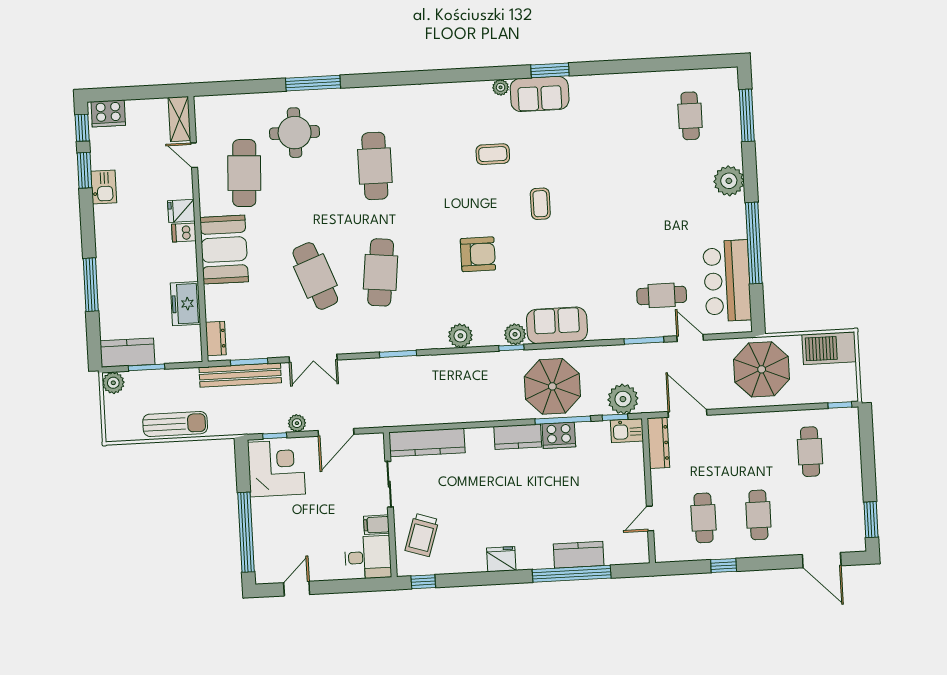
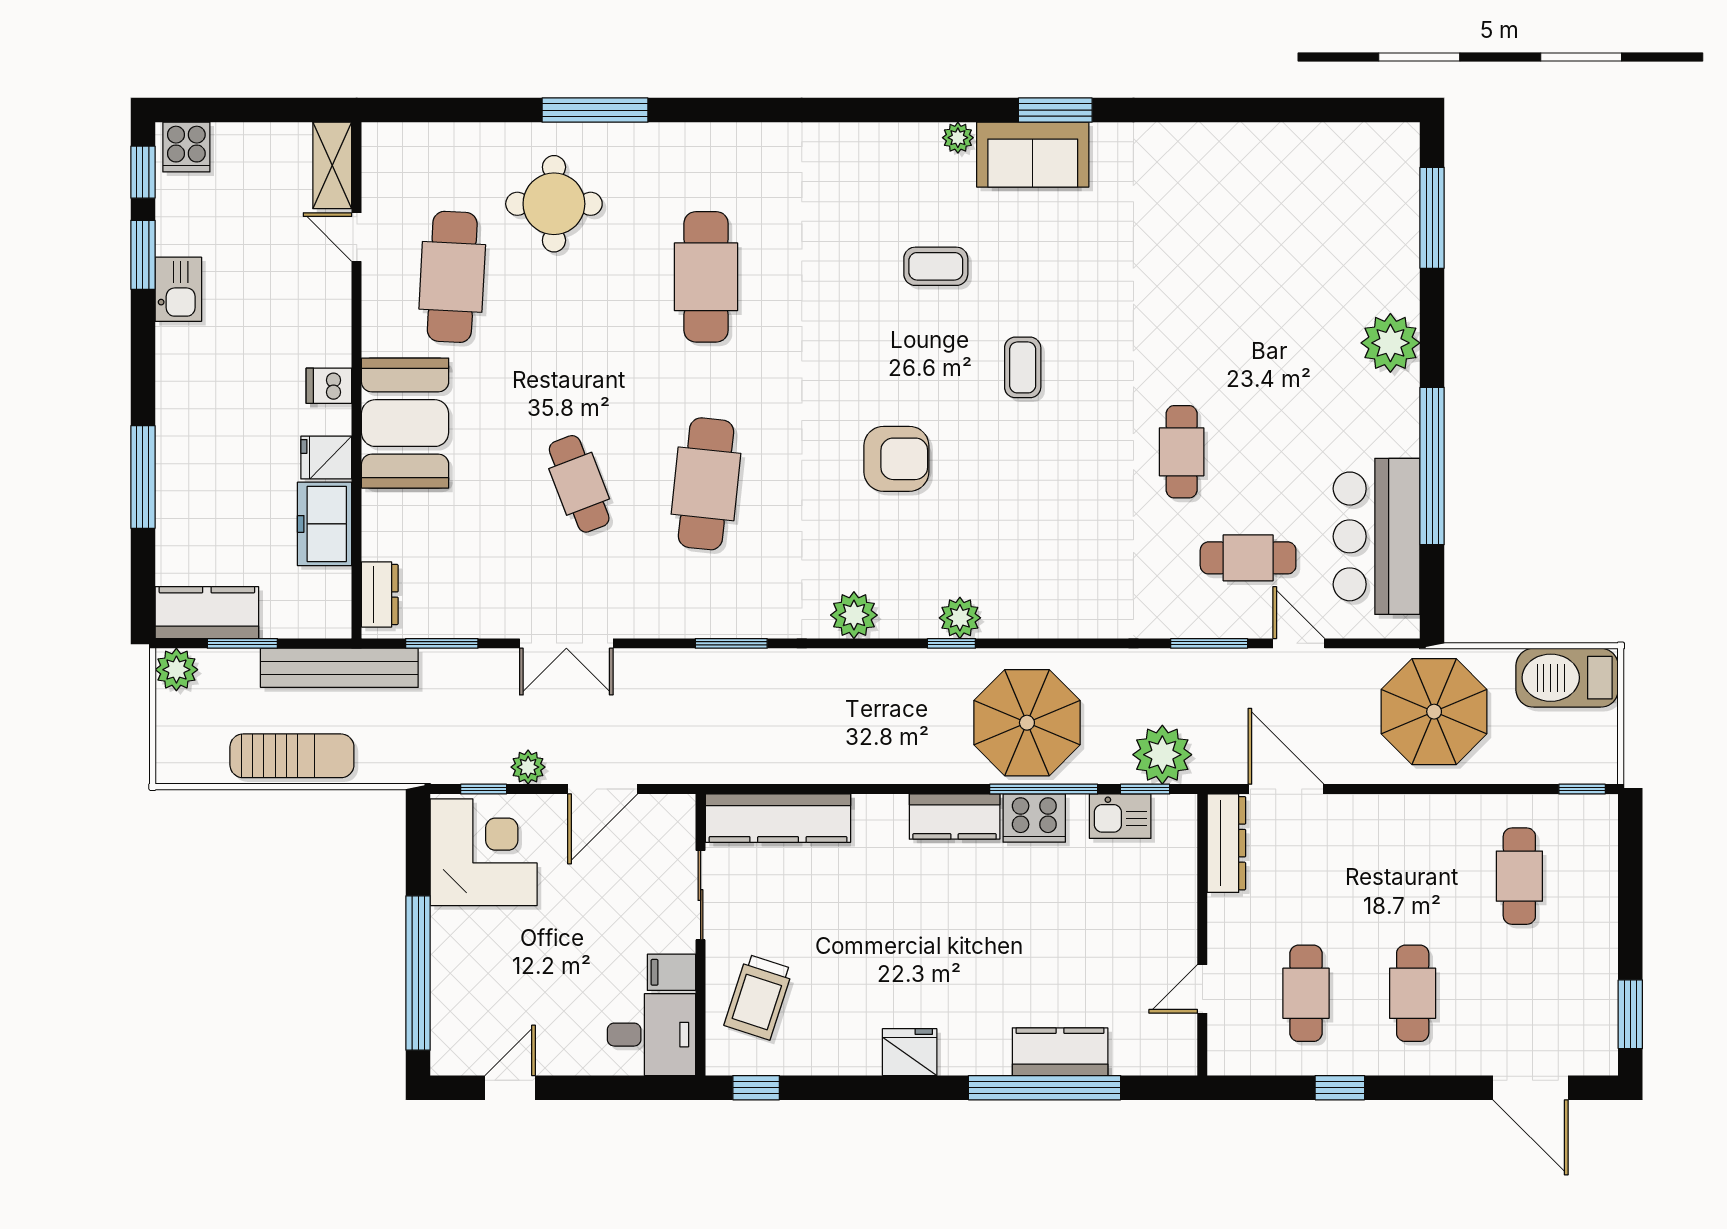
cooker: (108, 113) -> (186, 147), width x0.73
cafe table: (690, 116) -> (1182, 452), moved
fridge: (181, 211) -> (326, 458), moved
cafe table: (315, 276) -> (579, 484), width x0.73, depth x0.74
sofa: (557, 325) -> (1042, 605), removed
bench: (240, 375) -> (339, 668), moved
kitchen sink: (627, 431) -> (1120, 816), moved

